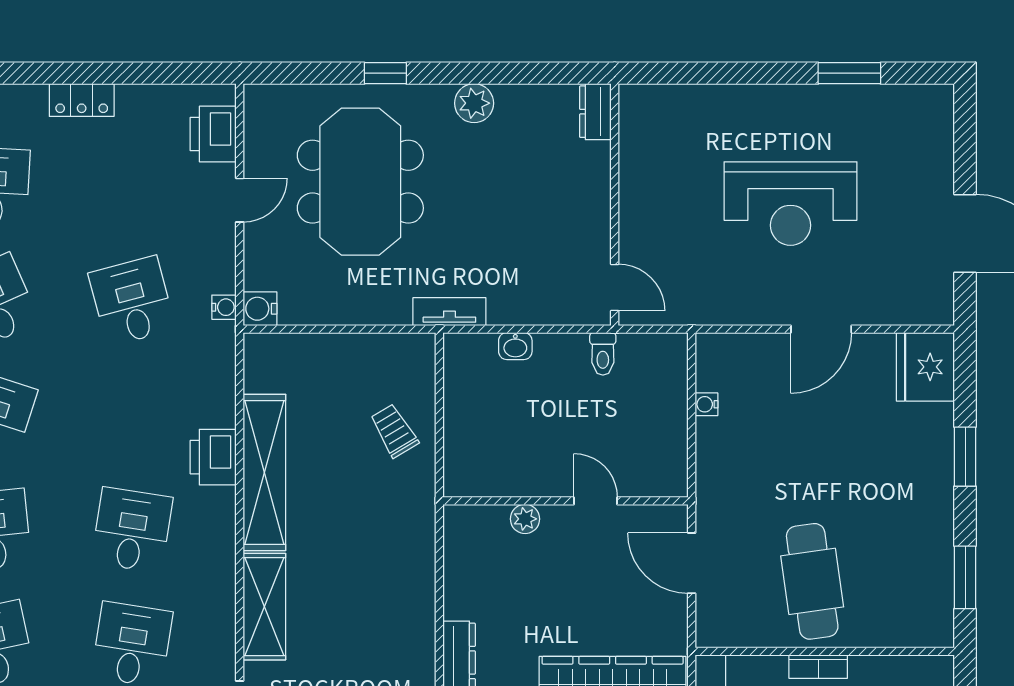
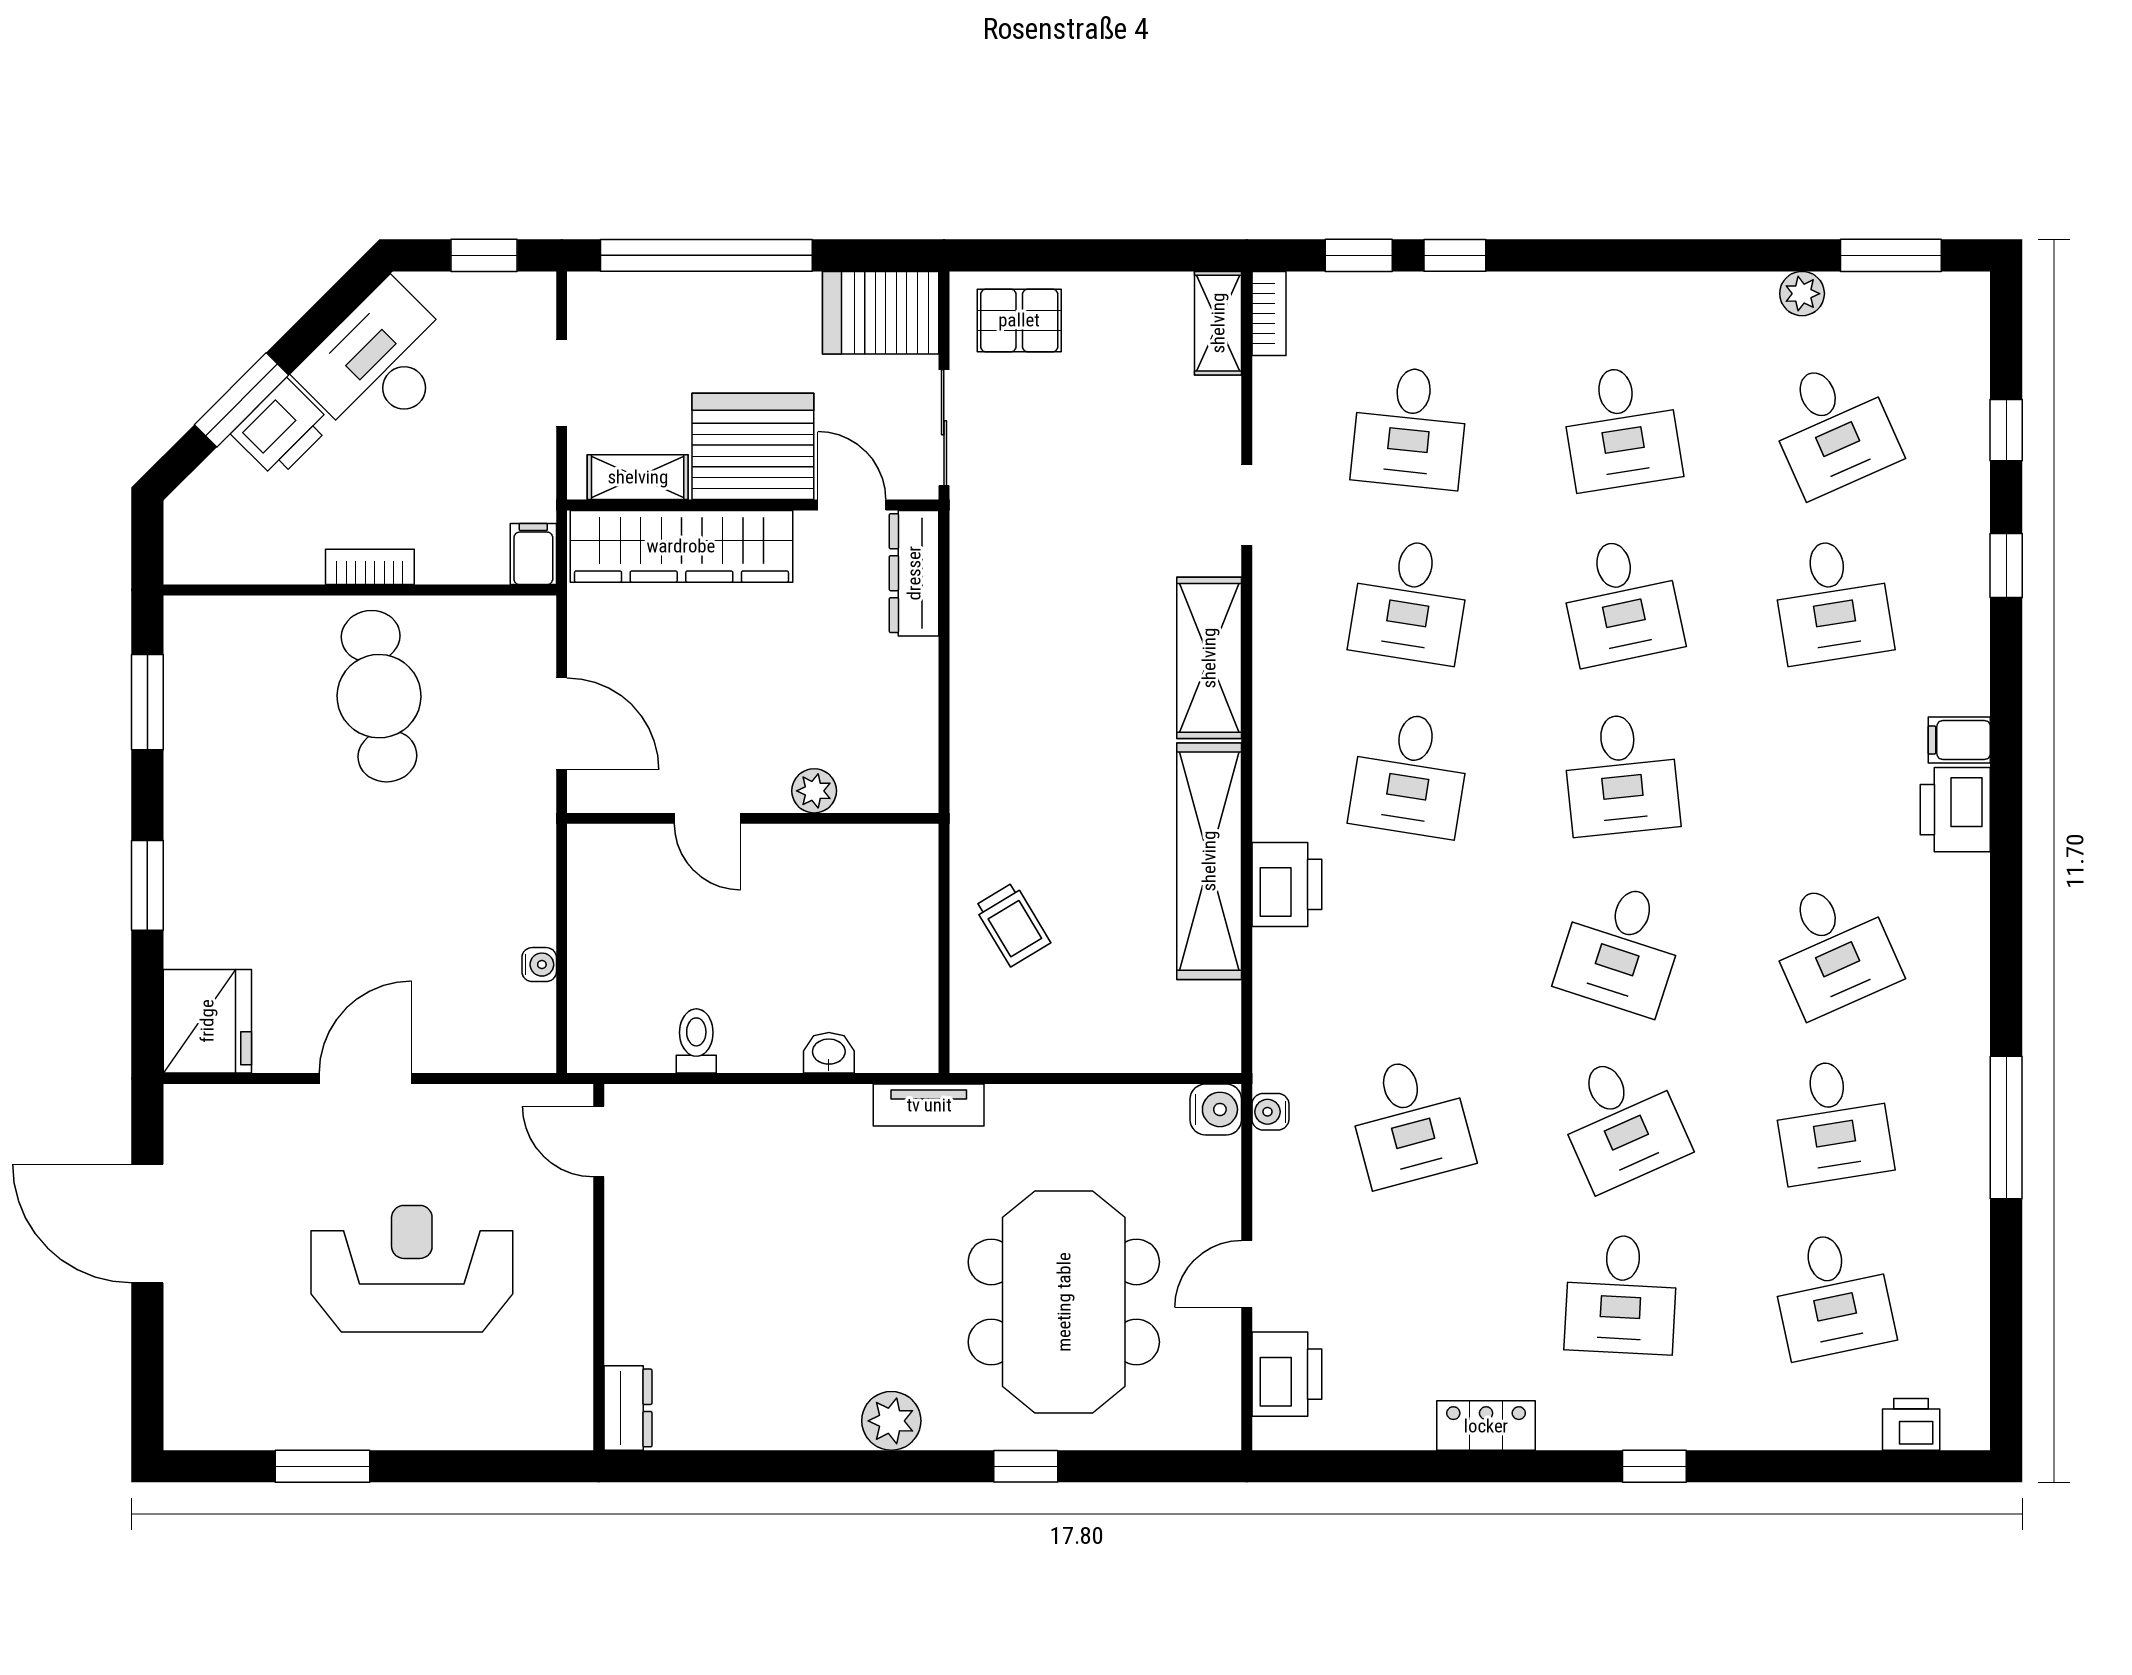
dresser: (595, 112) -> (628, 1408), moved
wall: (615, 205) -> (599, 1267), moved
door: (615, 287) -> (599, 1142), moved

